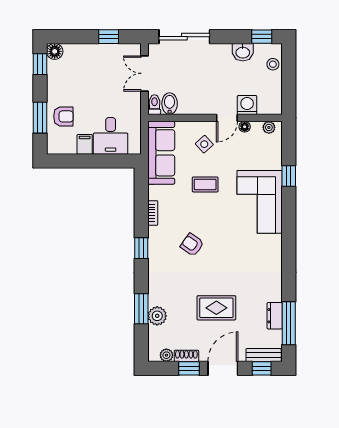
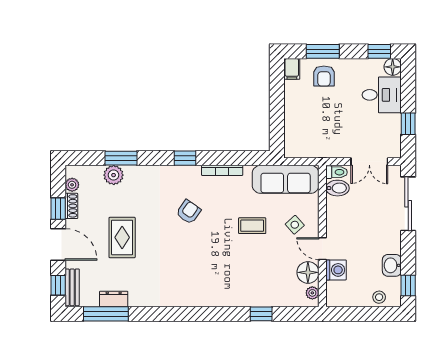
double door: (144, 73) -> (369, 162), swing flipped
floor lamp: (245, 127) -> (308, 272), width x1.89, depth x1.89
desk: (111, 136) -> (382, 95), moved, turned 180
filing cabinet: (85, 144) -> (292, 69), moved, turned 90
coffee table: (205, 184) -> (252, 226), turned 90
corner sofa: (260, 202) -> (234, 283), removed
bookcase: (153, 213) -> (222, 170), width x1.56

